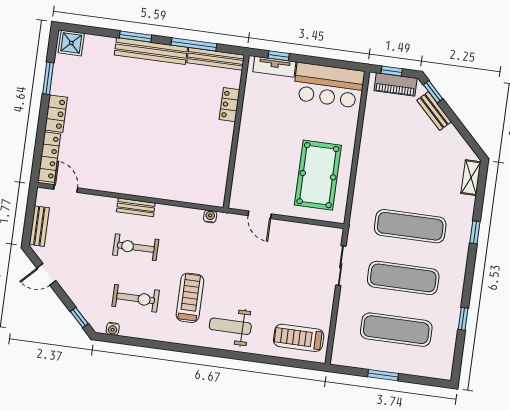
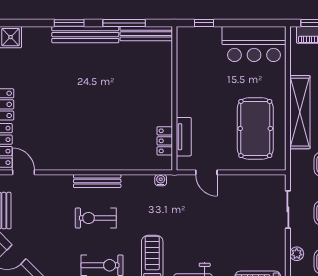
tv unit: (274, 67) -> (184, 137), moved, turned -90
locker: (229, 105) -> (165, 141), moved
shelving: (368, 164) -> (300, 112), added
bench: (136, 207) -> (97, 181), width x1.36
plant: (344, 314) -> (297, 254), added

